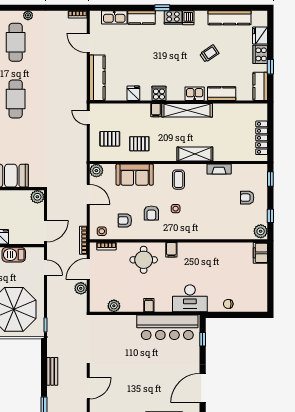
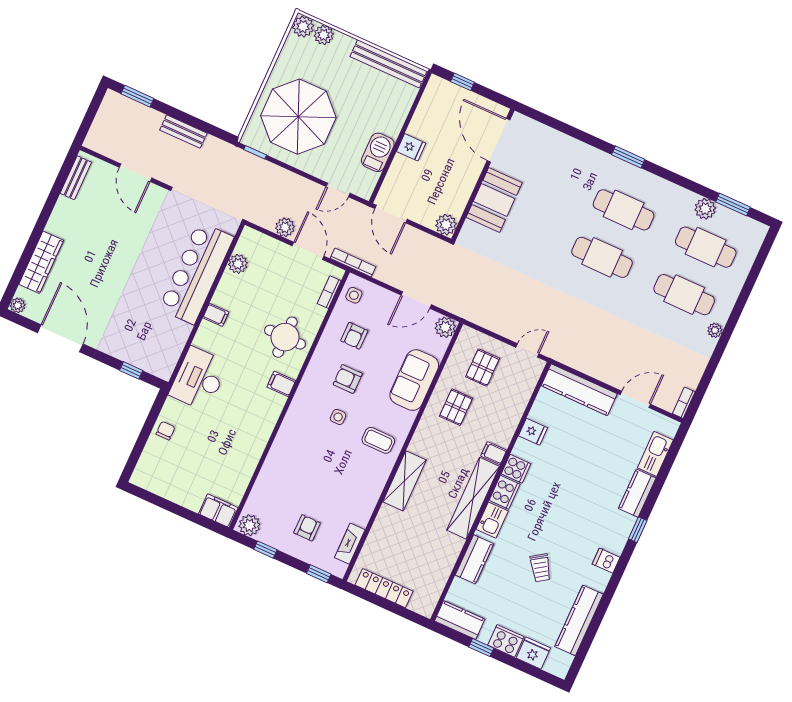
cooker: (173, 17) -> (505, 492), moved, turned 180
fireplace: (219, 169) -> (350, 544), moved
armchair: (125, 220) -> (354, 336), turned 180
bar counter: (167, 327) -> (196, 273), moved

